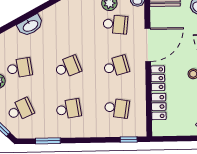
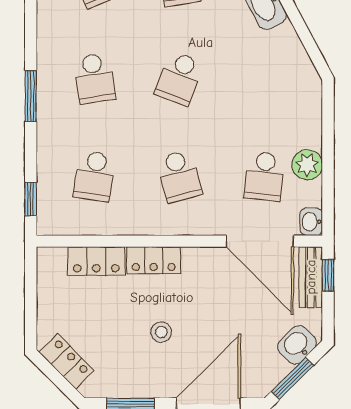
door: (148, 45) -> (260, 241), moved
school desk: (68, 67) -> (179, 78), turned 42
window: (48, 141) -> (31, 96), moved

